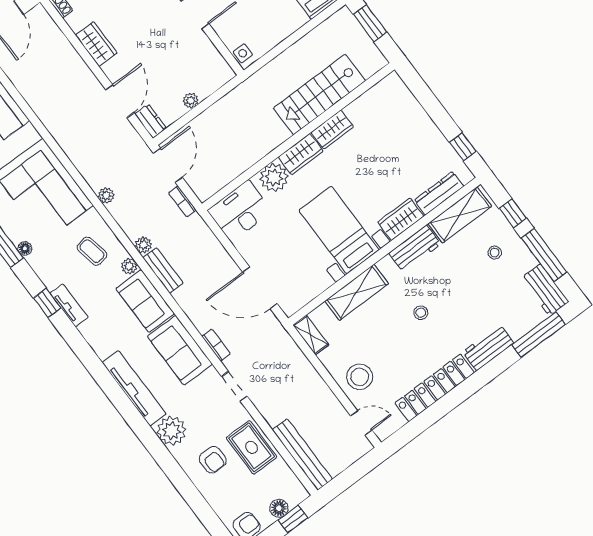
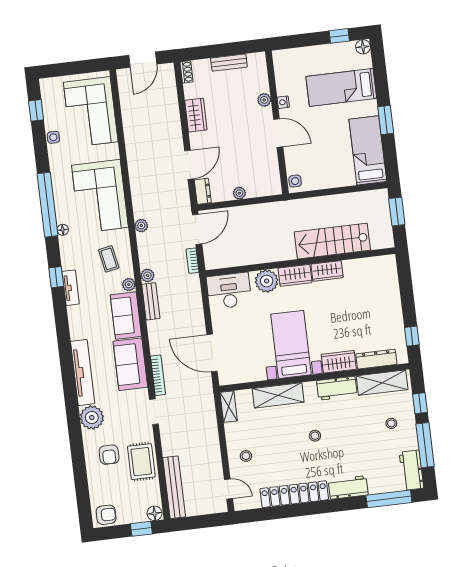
bookcase: (216, 345) -> (158, 375), width x1.56
stool: (360, 377) -> (246, 456), width x0.53, depth x0.53
floor lamp: (279, 508) -> (154, 513), moved

